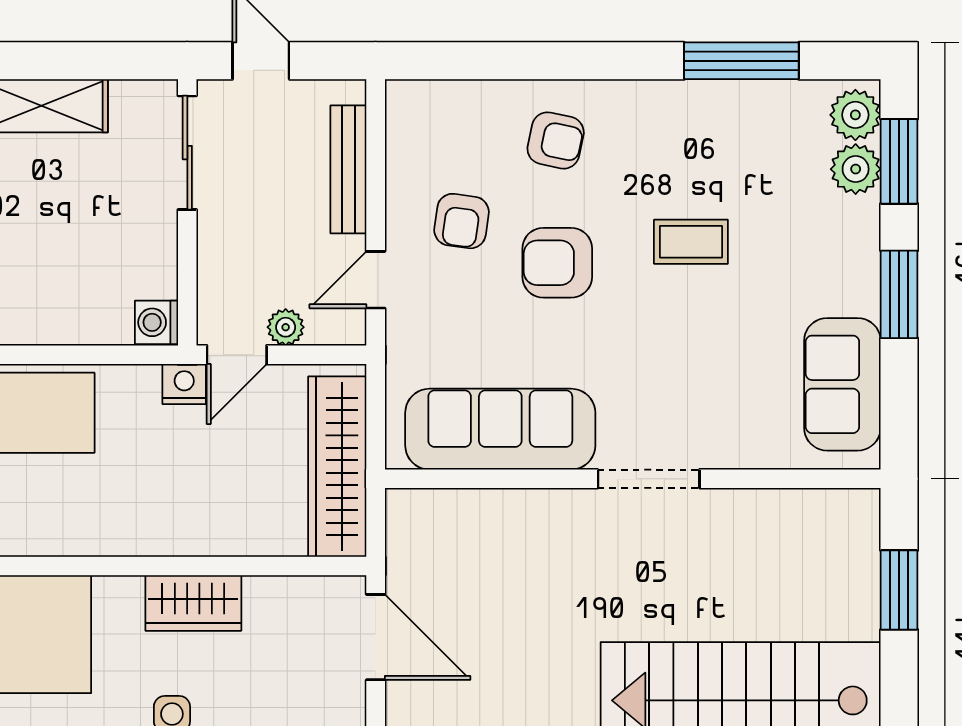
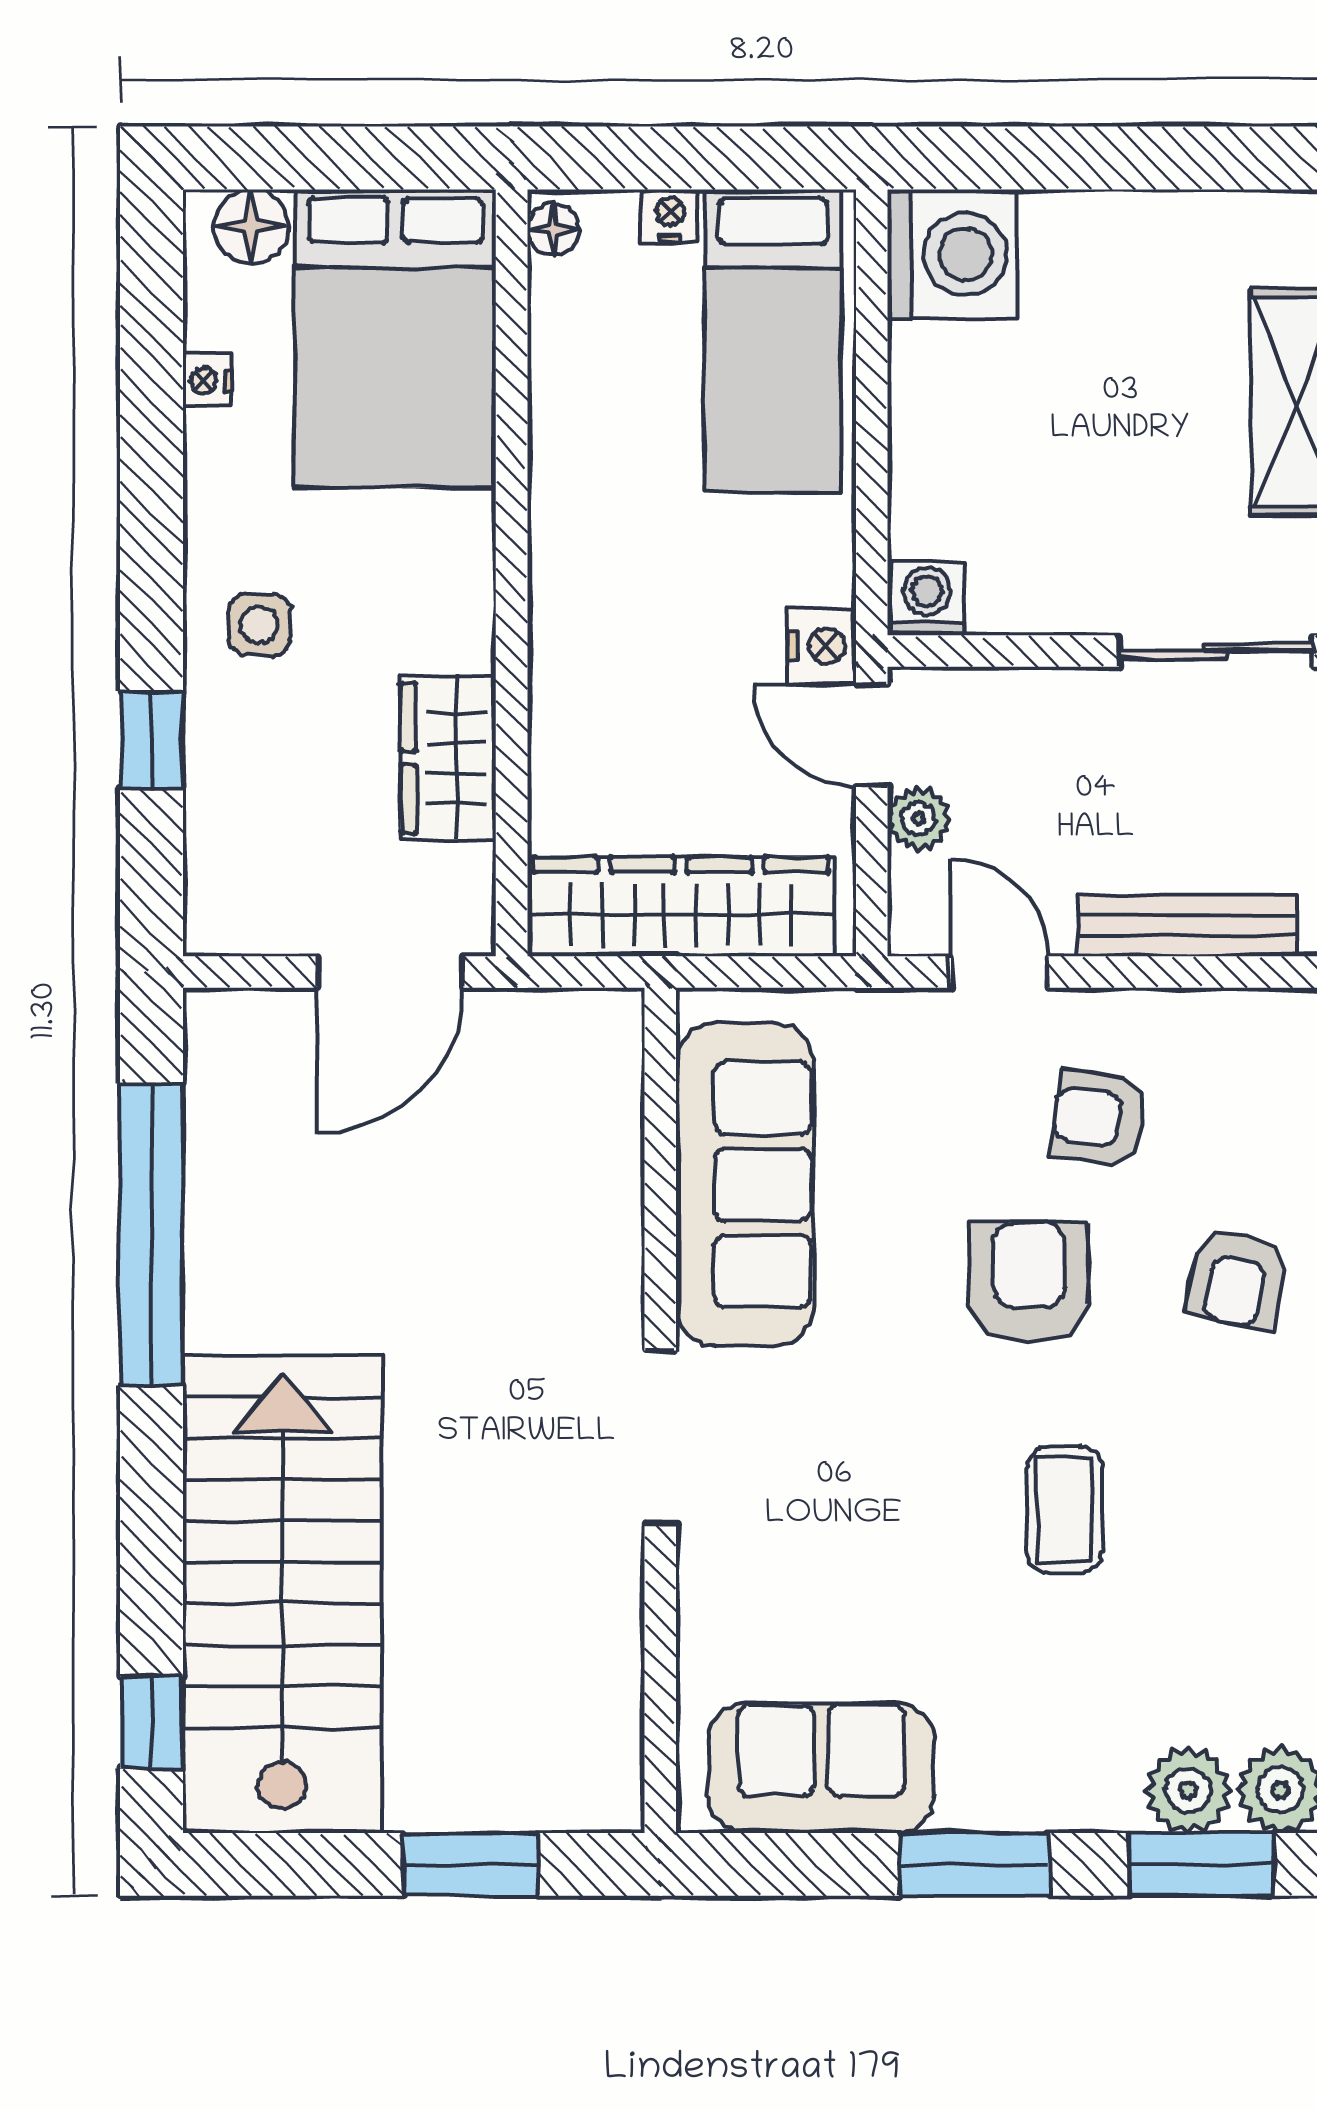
wardrobe: (193, 603) -> (448, 758), moved

